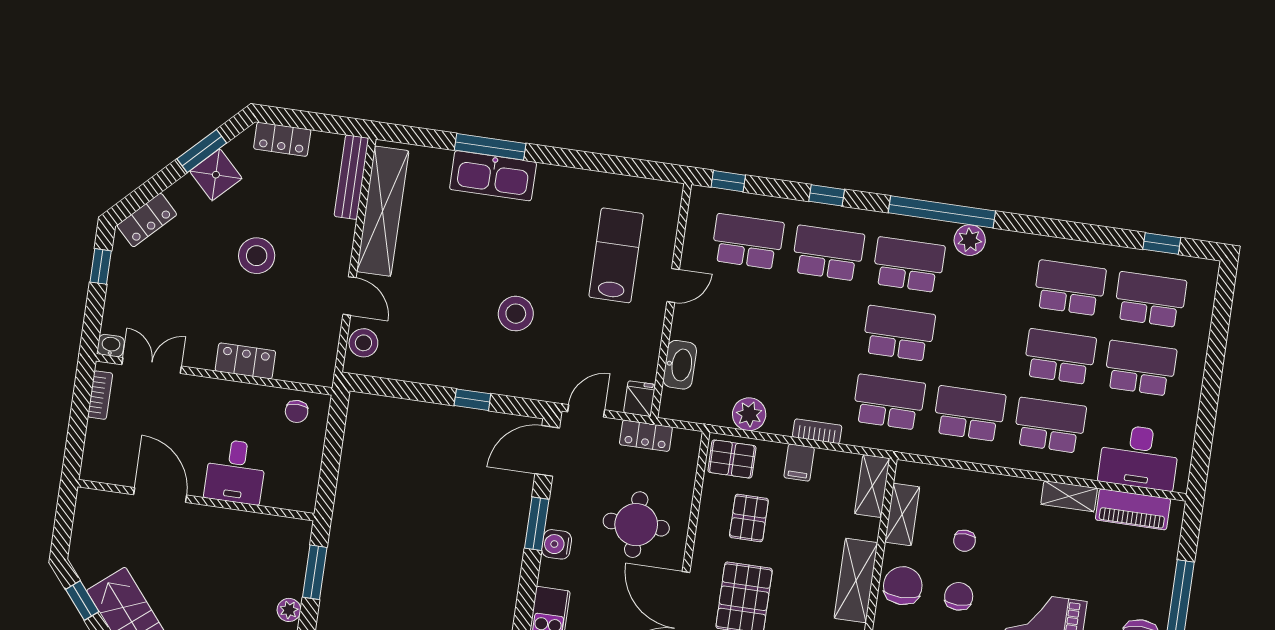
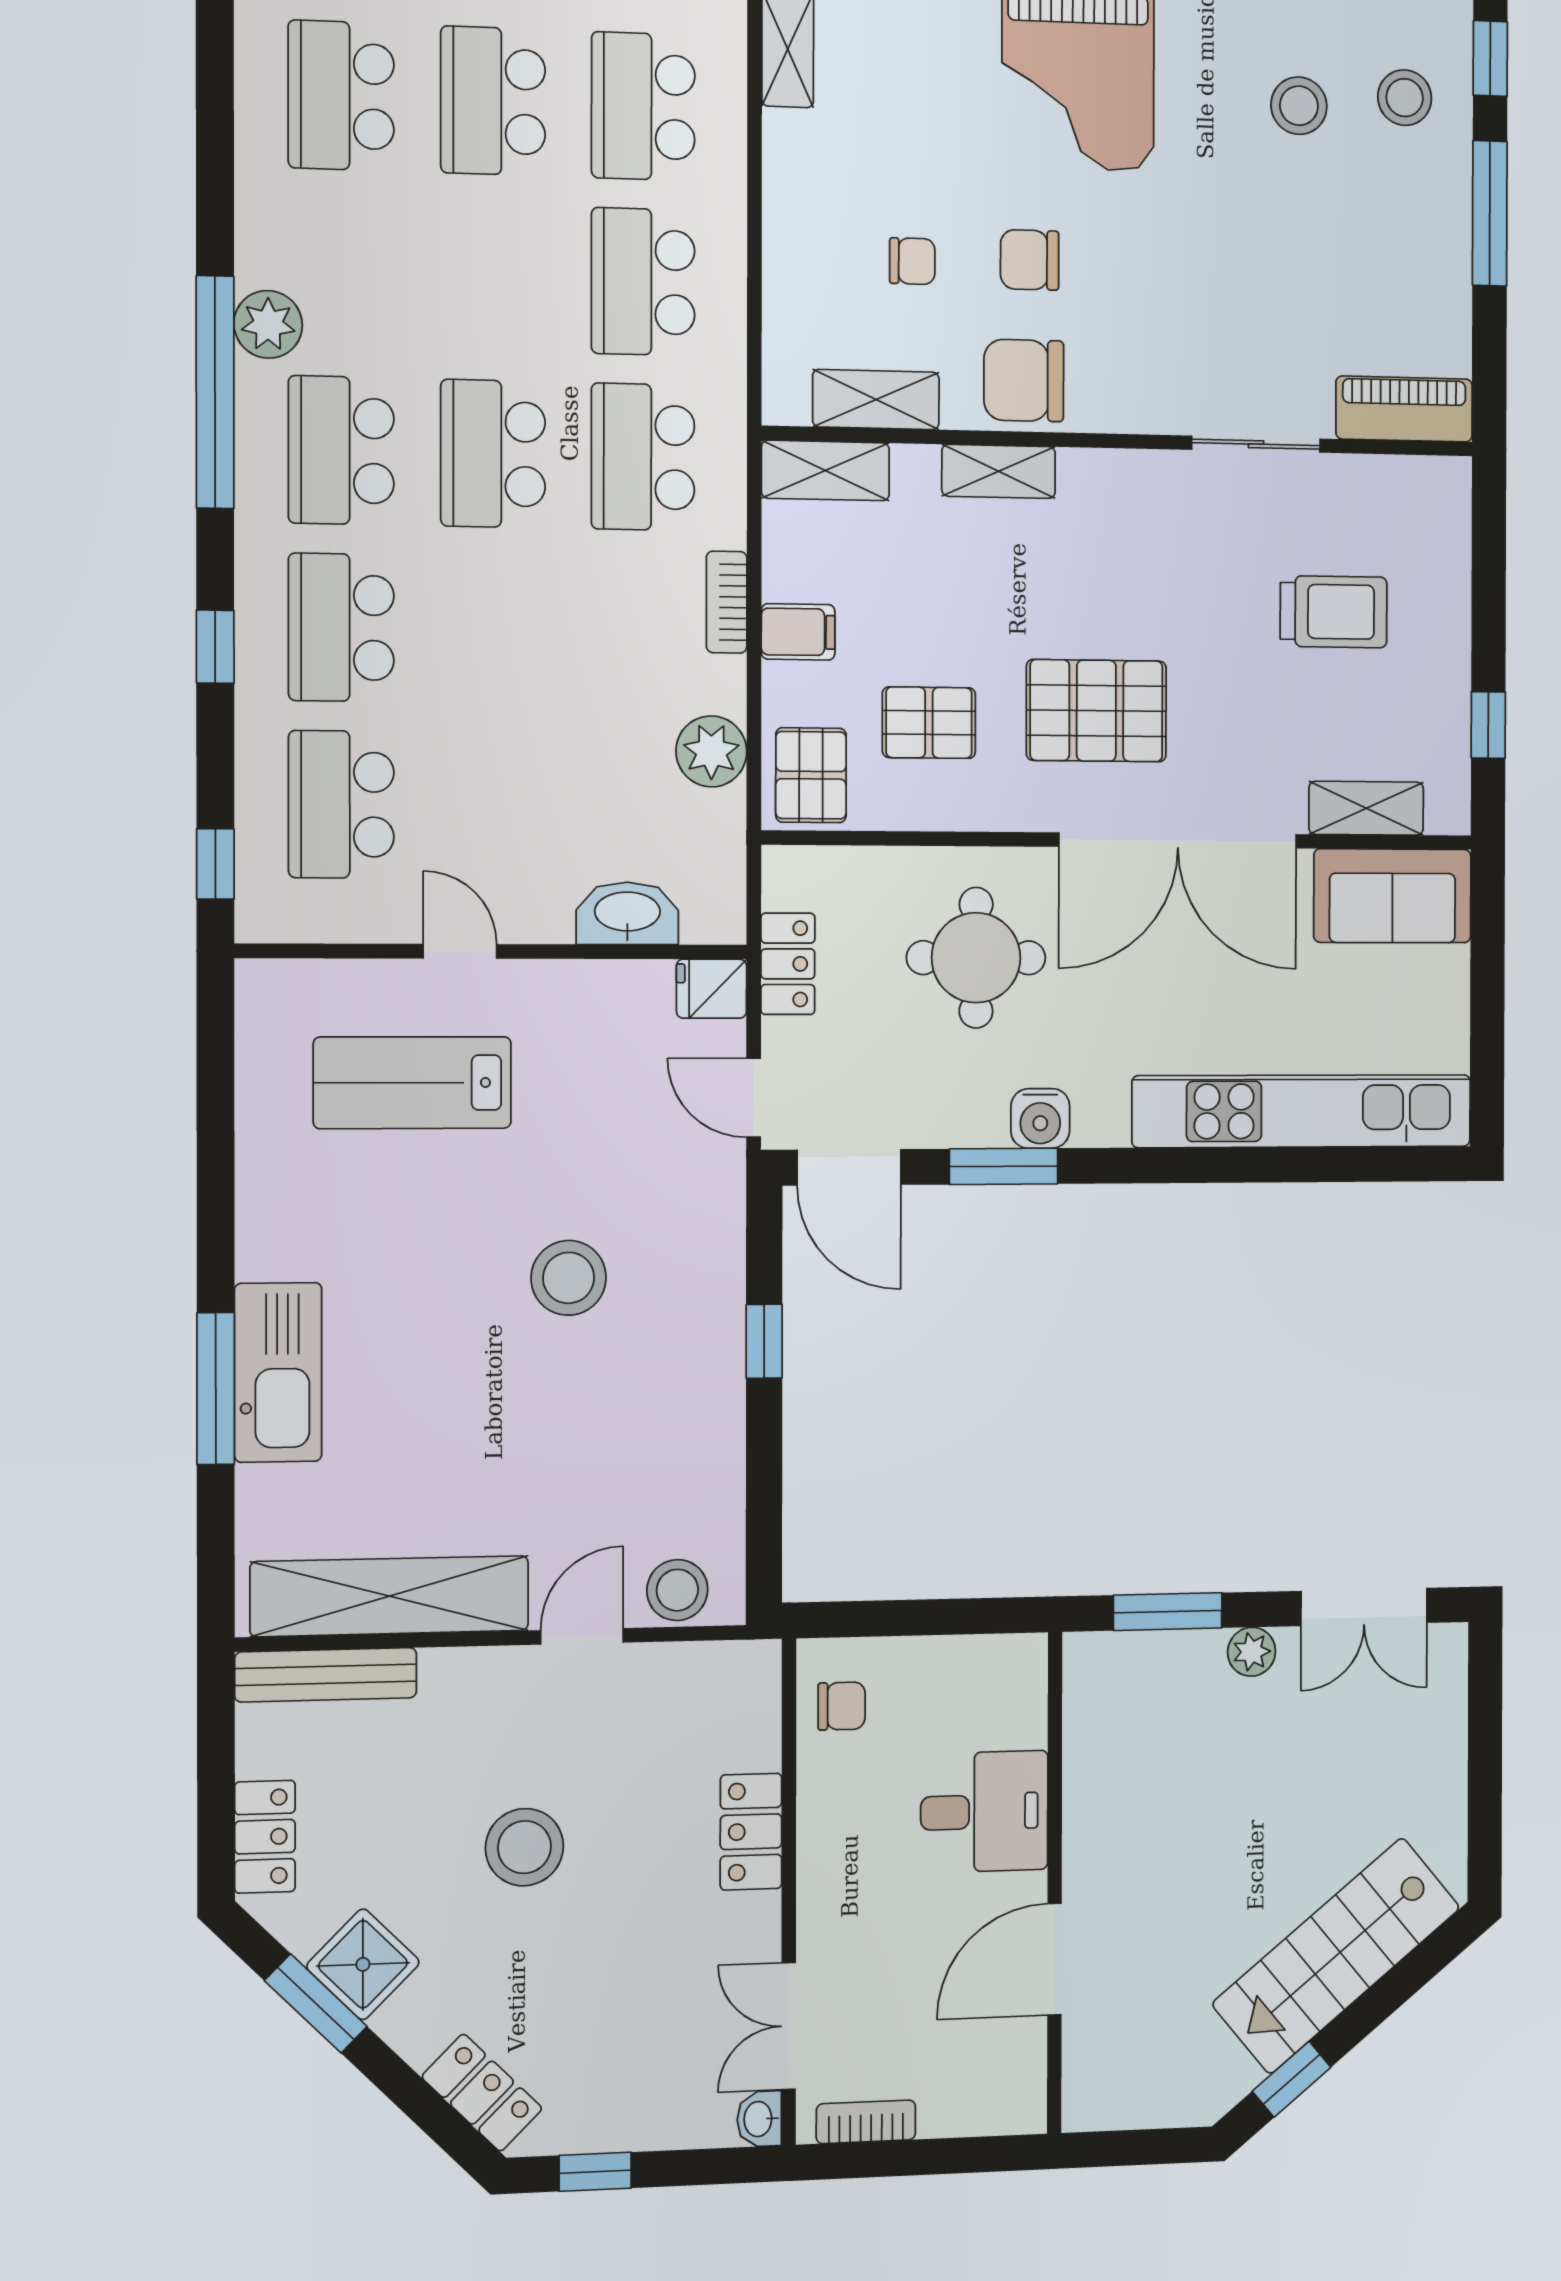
shelving: (856, 580) -> (999, 471), width x0.67, depth x0.75

